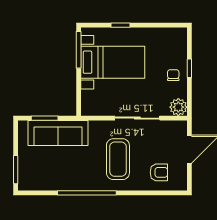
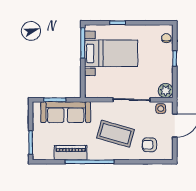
chair: (173, 75) -> (166, 38), moved
side table: (173, 129) -> (161, 109), added
coffee table: (118, 159) -> (115, 134), turned -74
armchair: (159, 172) -> (149, 145), turned 180
piano: (64, 182) -> (71, 153), added

